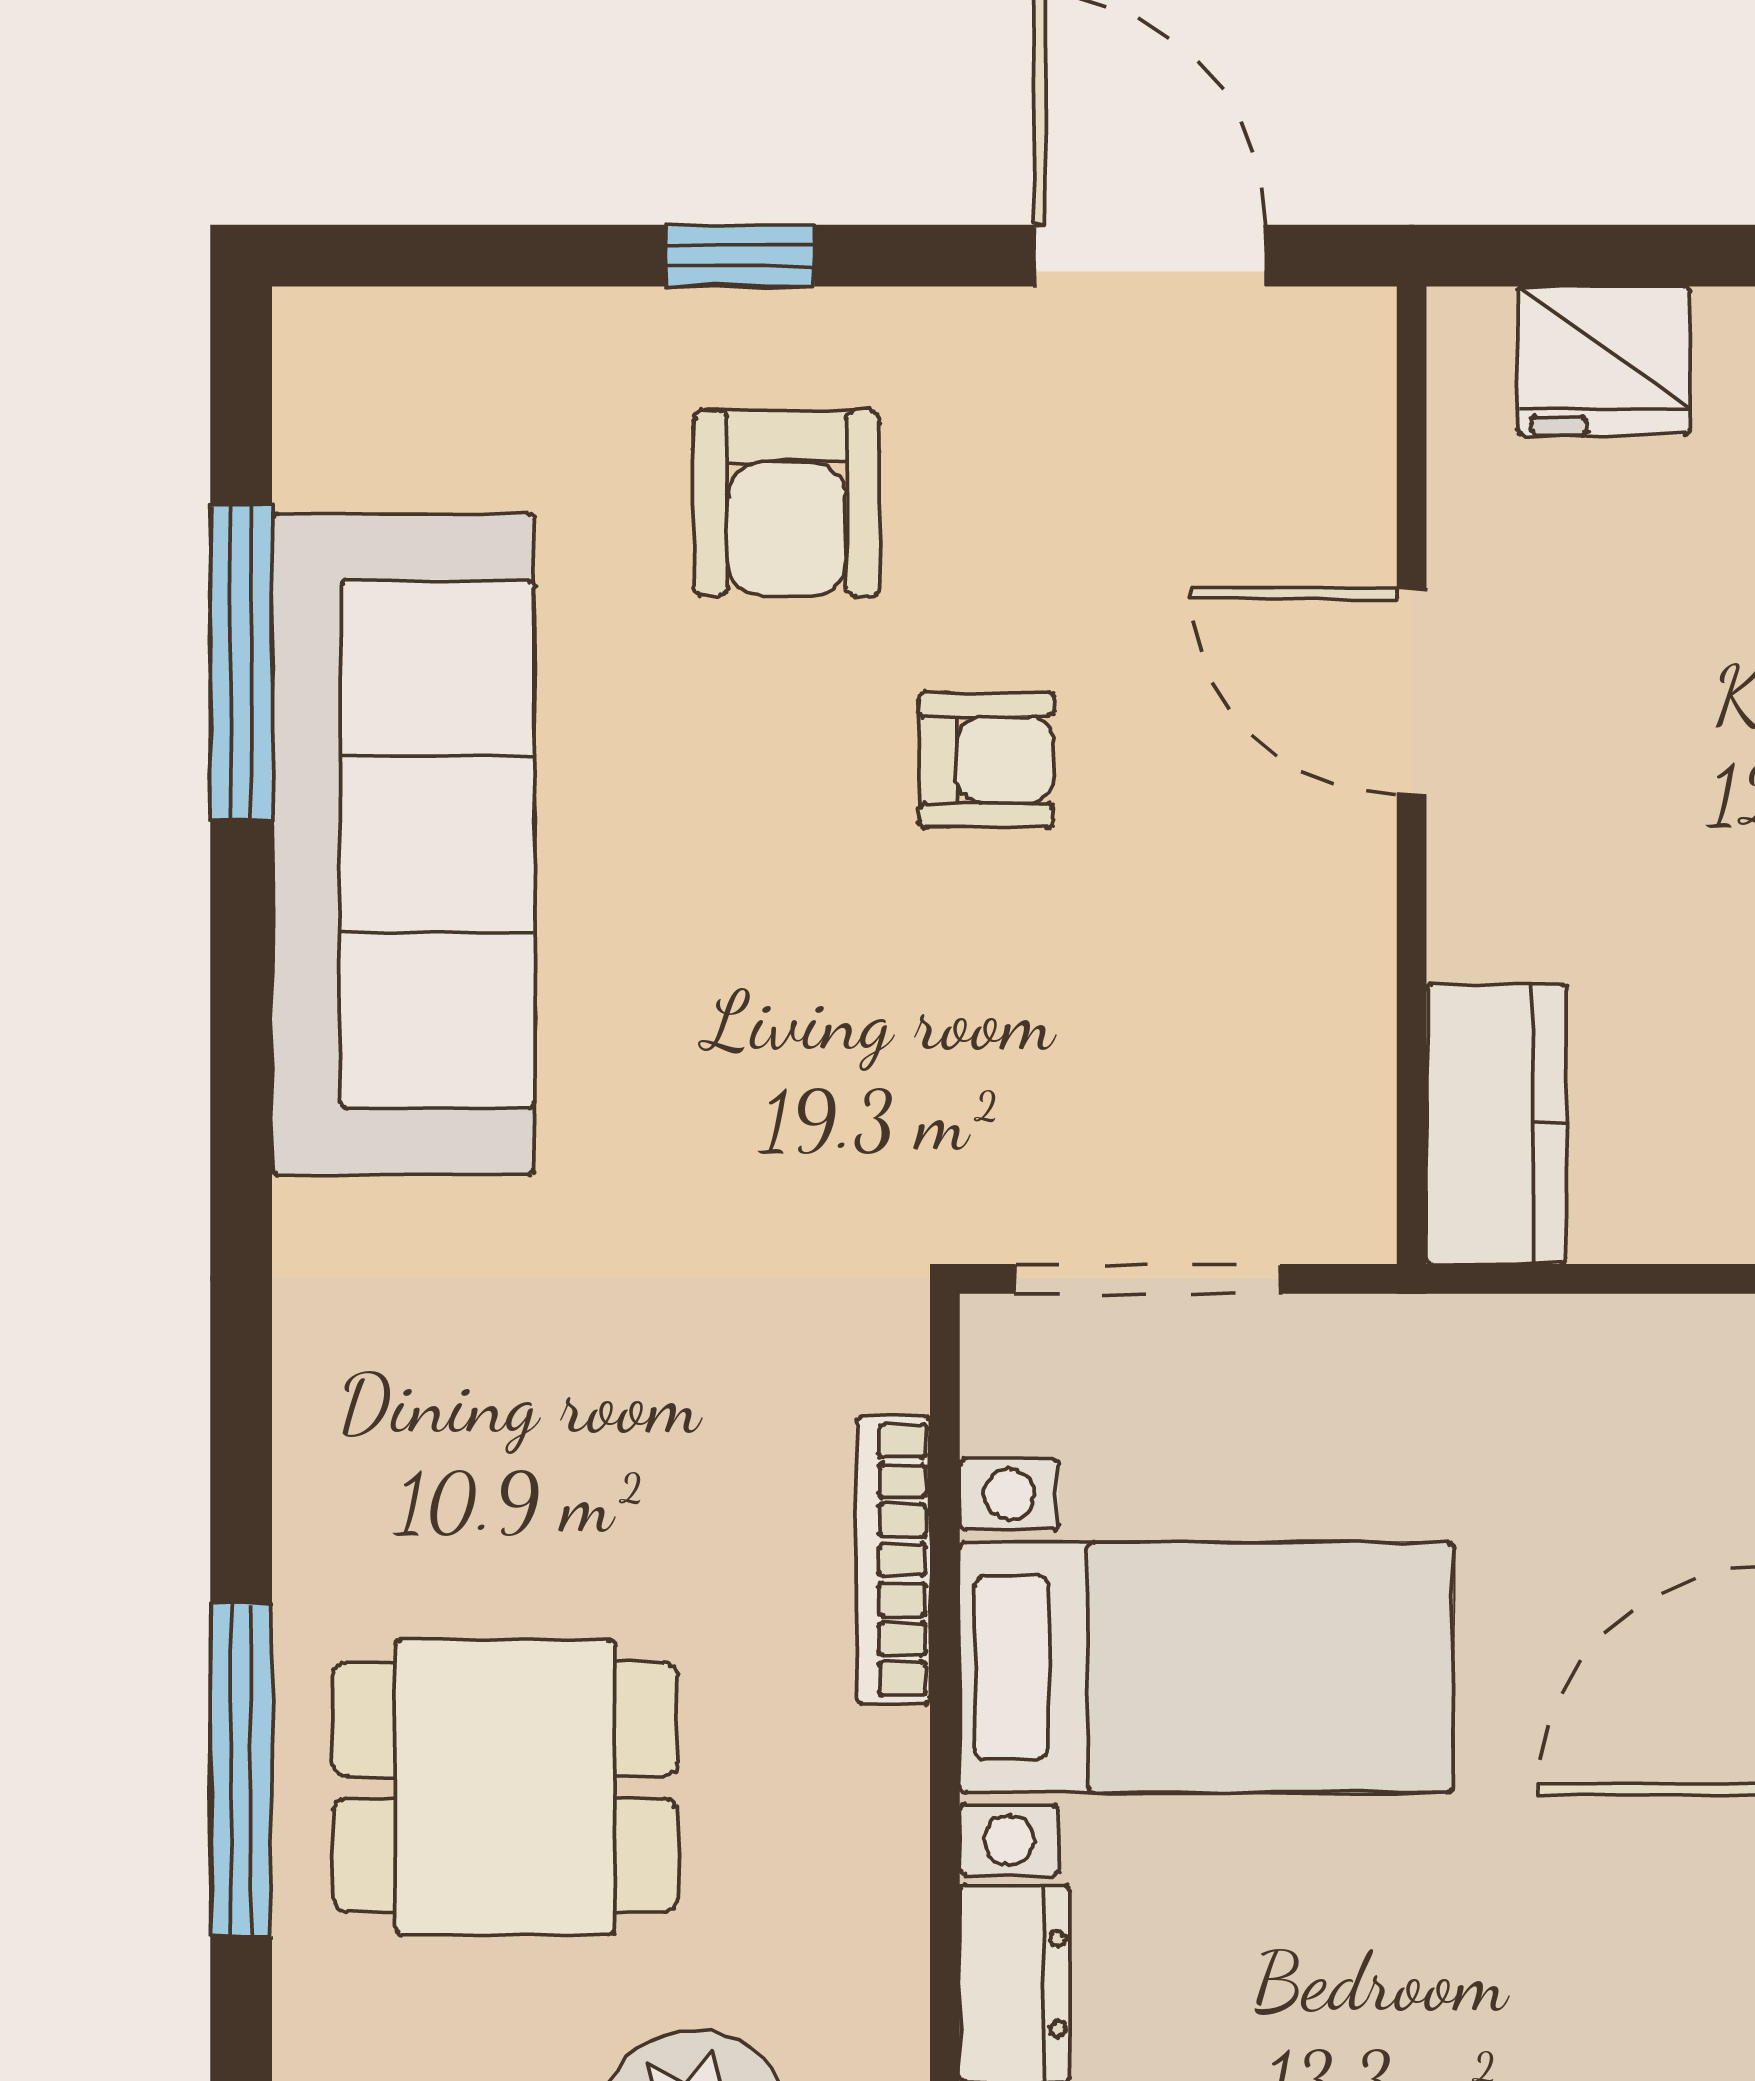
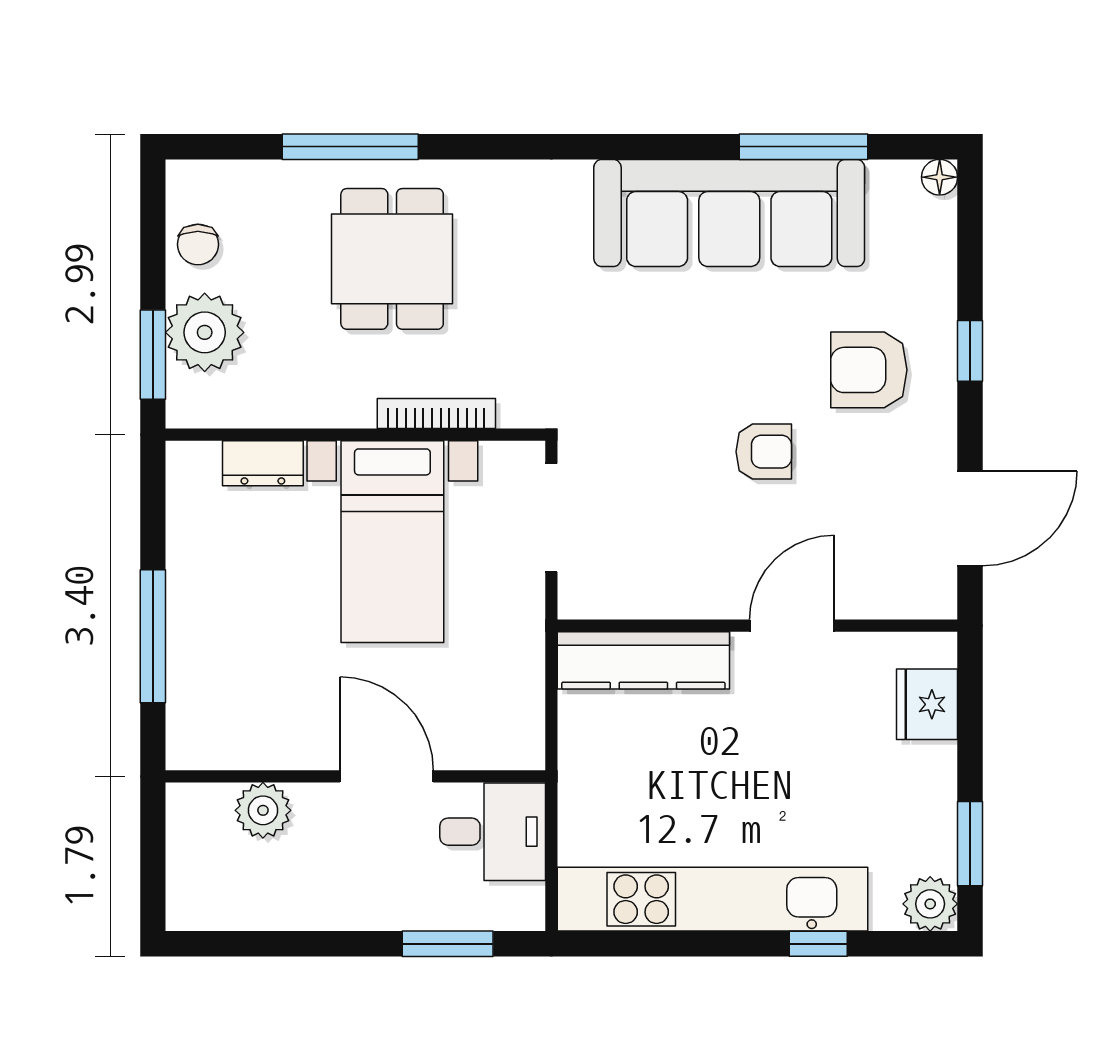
floor lamp: (316, 330) -> (940, 177), added
armchair: (986, 760) -> (764, 452), turned -90
kitchen counter: (1496, 1124) -> (643, 660), width x1.50
dining table: (505, 1787) -> (392, 259), moved

